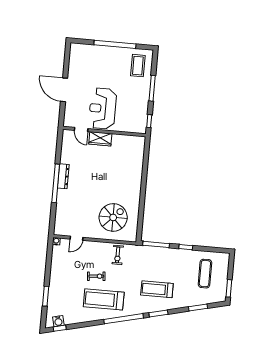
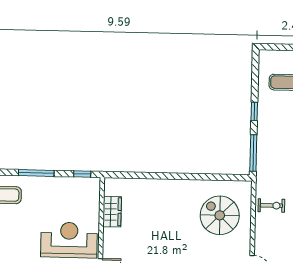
reception desk: (103, 109) -> (69, 240), turned 180
wardrobe: (100, 139) -> (112, 212), moved

